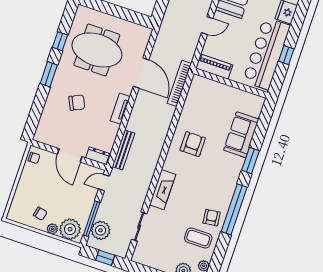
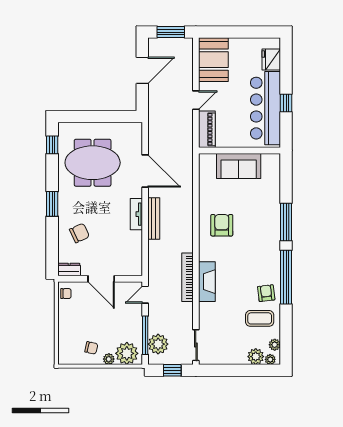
window: (60, 41) -> (52, 145), moved
piano: (214, 67) -> (207, 129), moved, turned 90
bookcase: (179, 83) -> (188, 277), moved
chair: (77, 103) -> (79, 233), moved
sofa: (241, 135) -> (239, 166), moved, turned -90
bench: (124, 150) -> (154, 219), moved
dresser: (98, 156) -> (69, 270), moved
window: (251, 161) -> (286, 222), width x1.44
sliding door: (139, 227) -> (196, 345), moved

